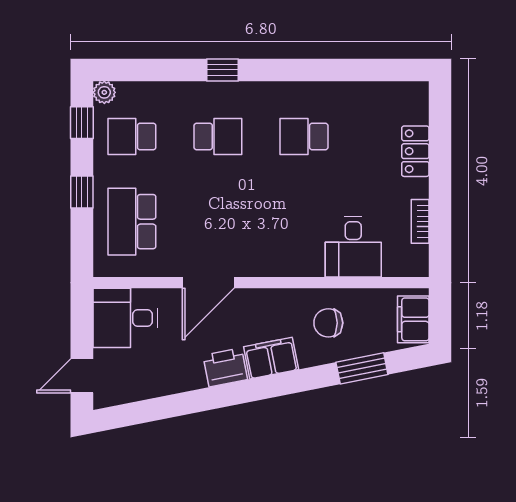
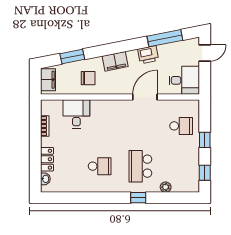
plant: (104, 92) -> (166, 187), moved
washbasin: (419, 110) -> (45, 179), added
school desk: (132, 137) -> (181, 166), removed
school desk: (218, 137) -> (140, 166), width x1.85
school desk: (132, 222) -> (181, 126), width x0.54
printer: (225, 367) -> (148, 55), moved
window: (166, 407) -> (165, 38), added

